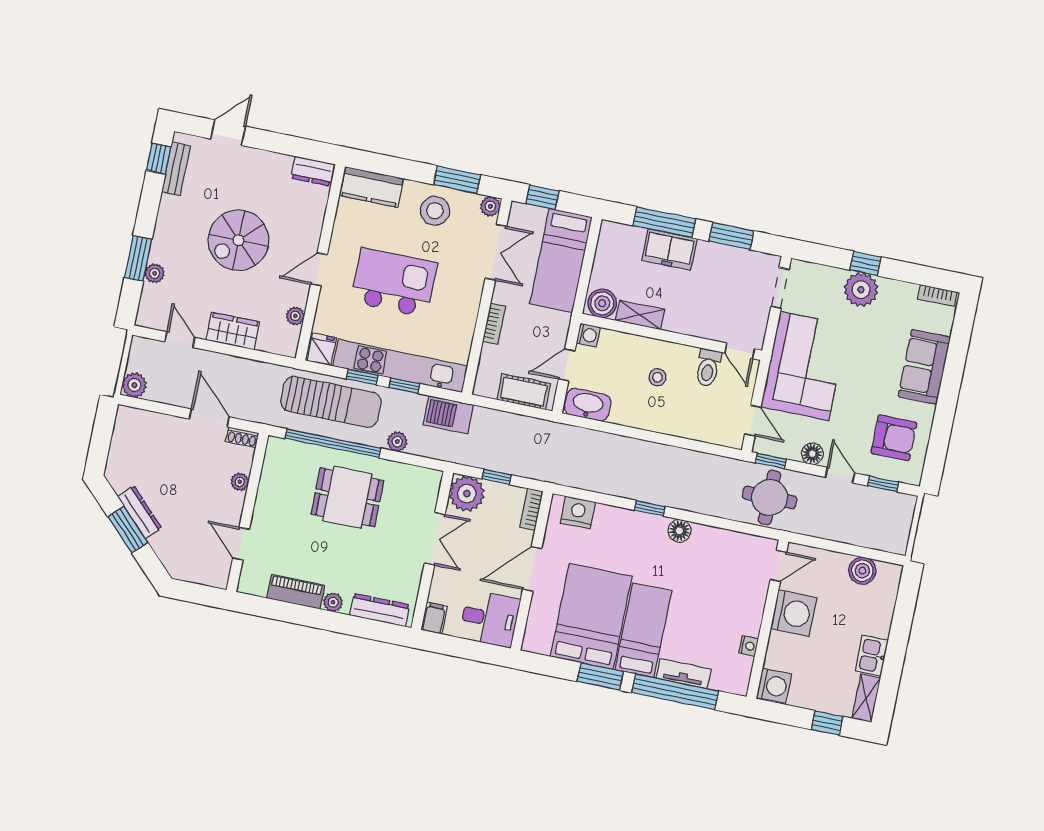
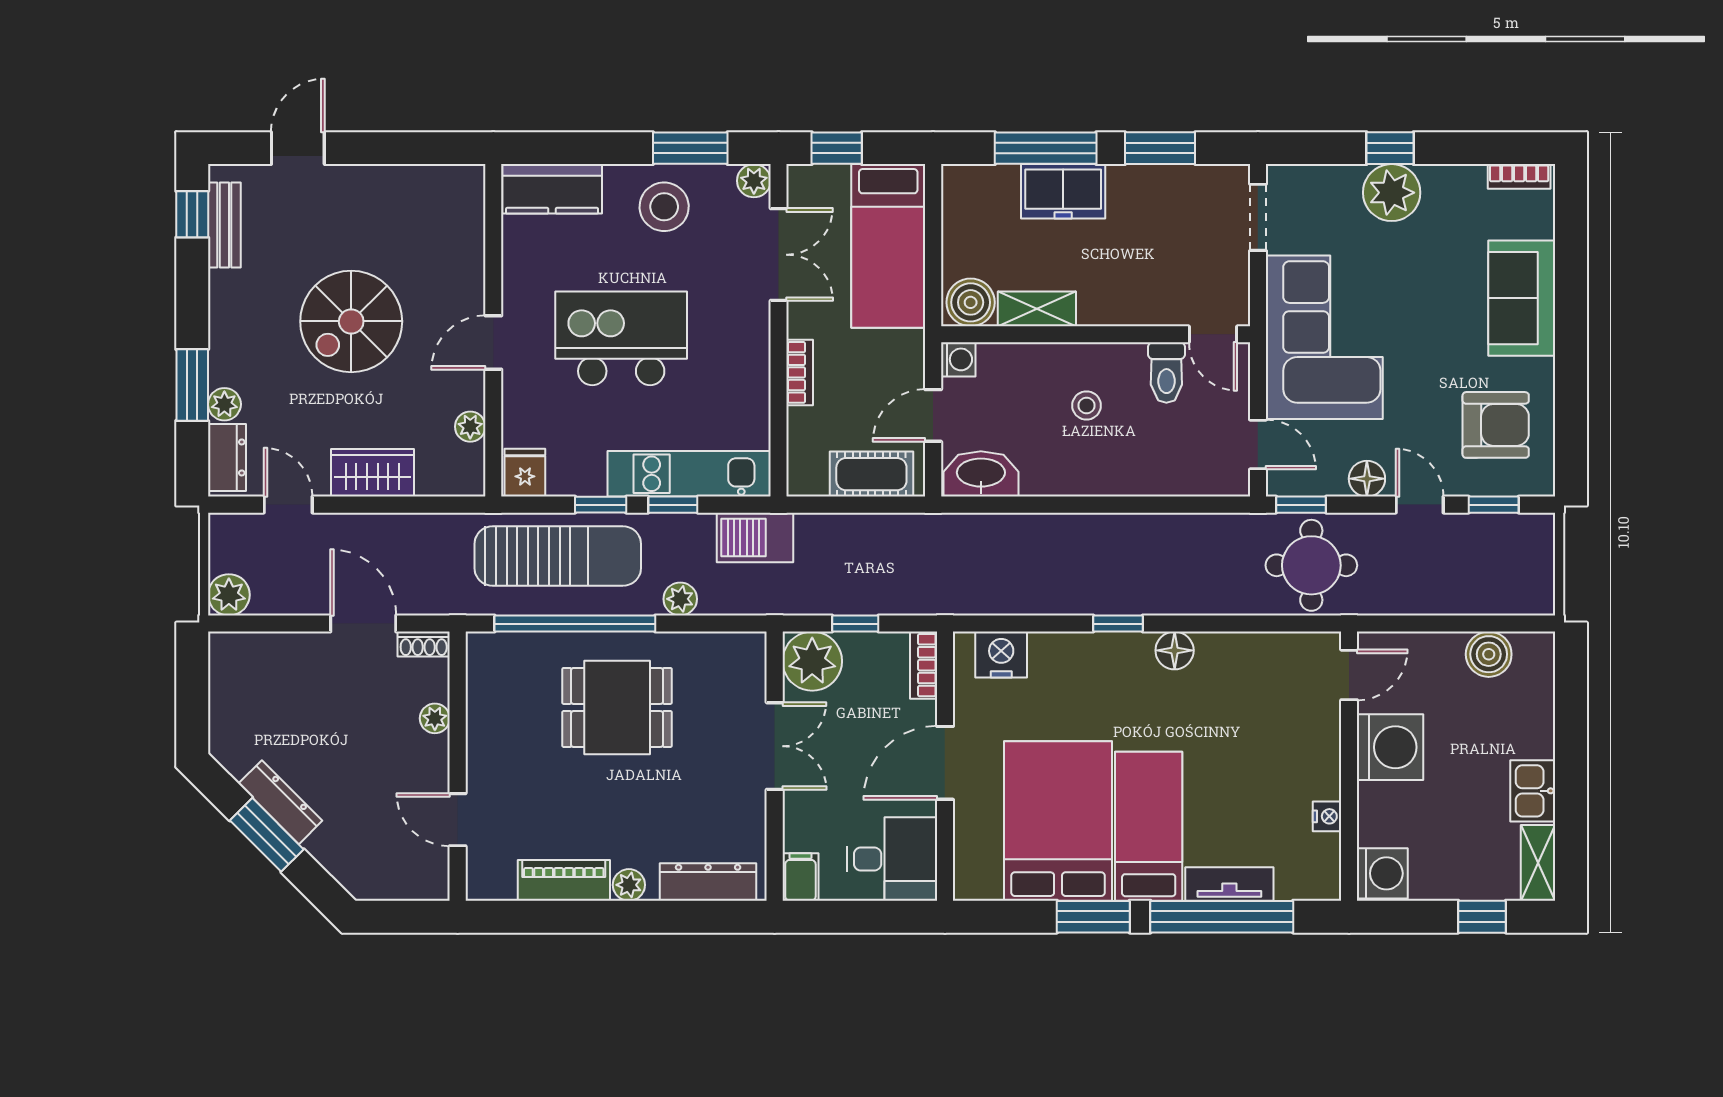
dresser: (313, 171) -> (227, 457), moved, turned -90
kitchen unit: (400, 366) -> (689, 474), width x0.73

